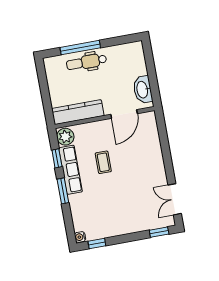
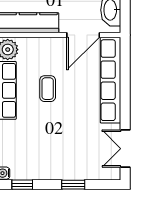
row of seats: (153, 146) -> (111, 80), added
window: (159, 232) -> (73, 185), moved

